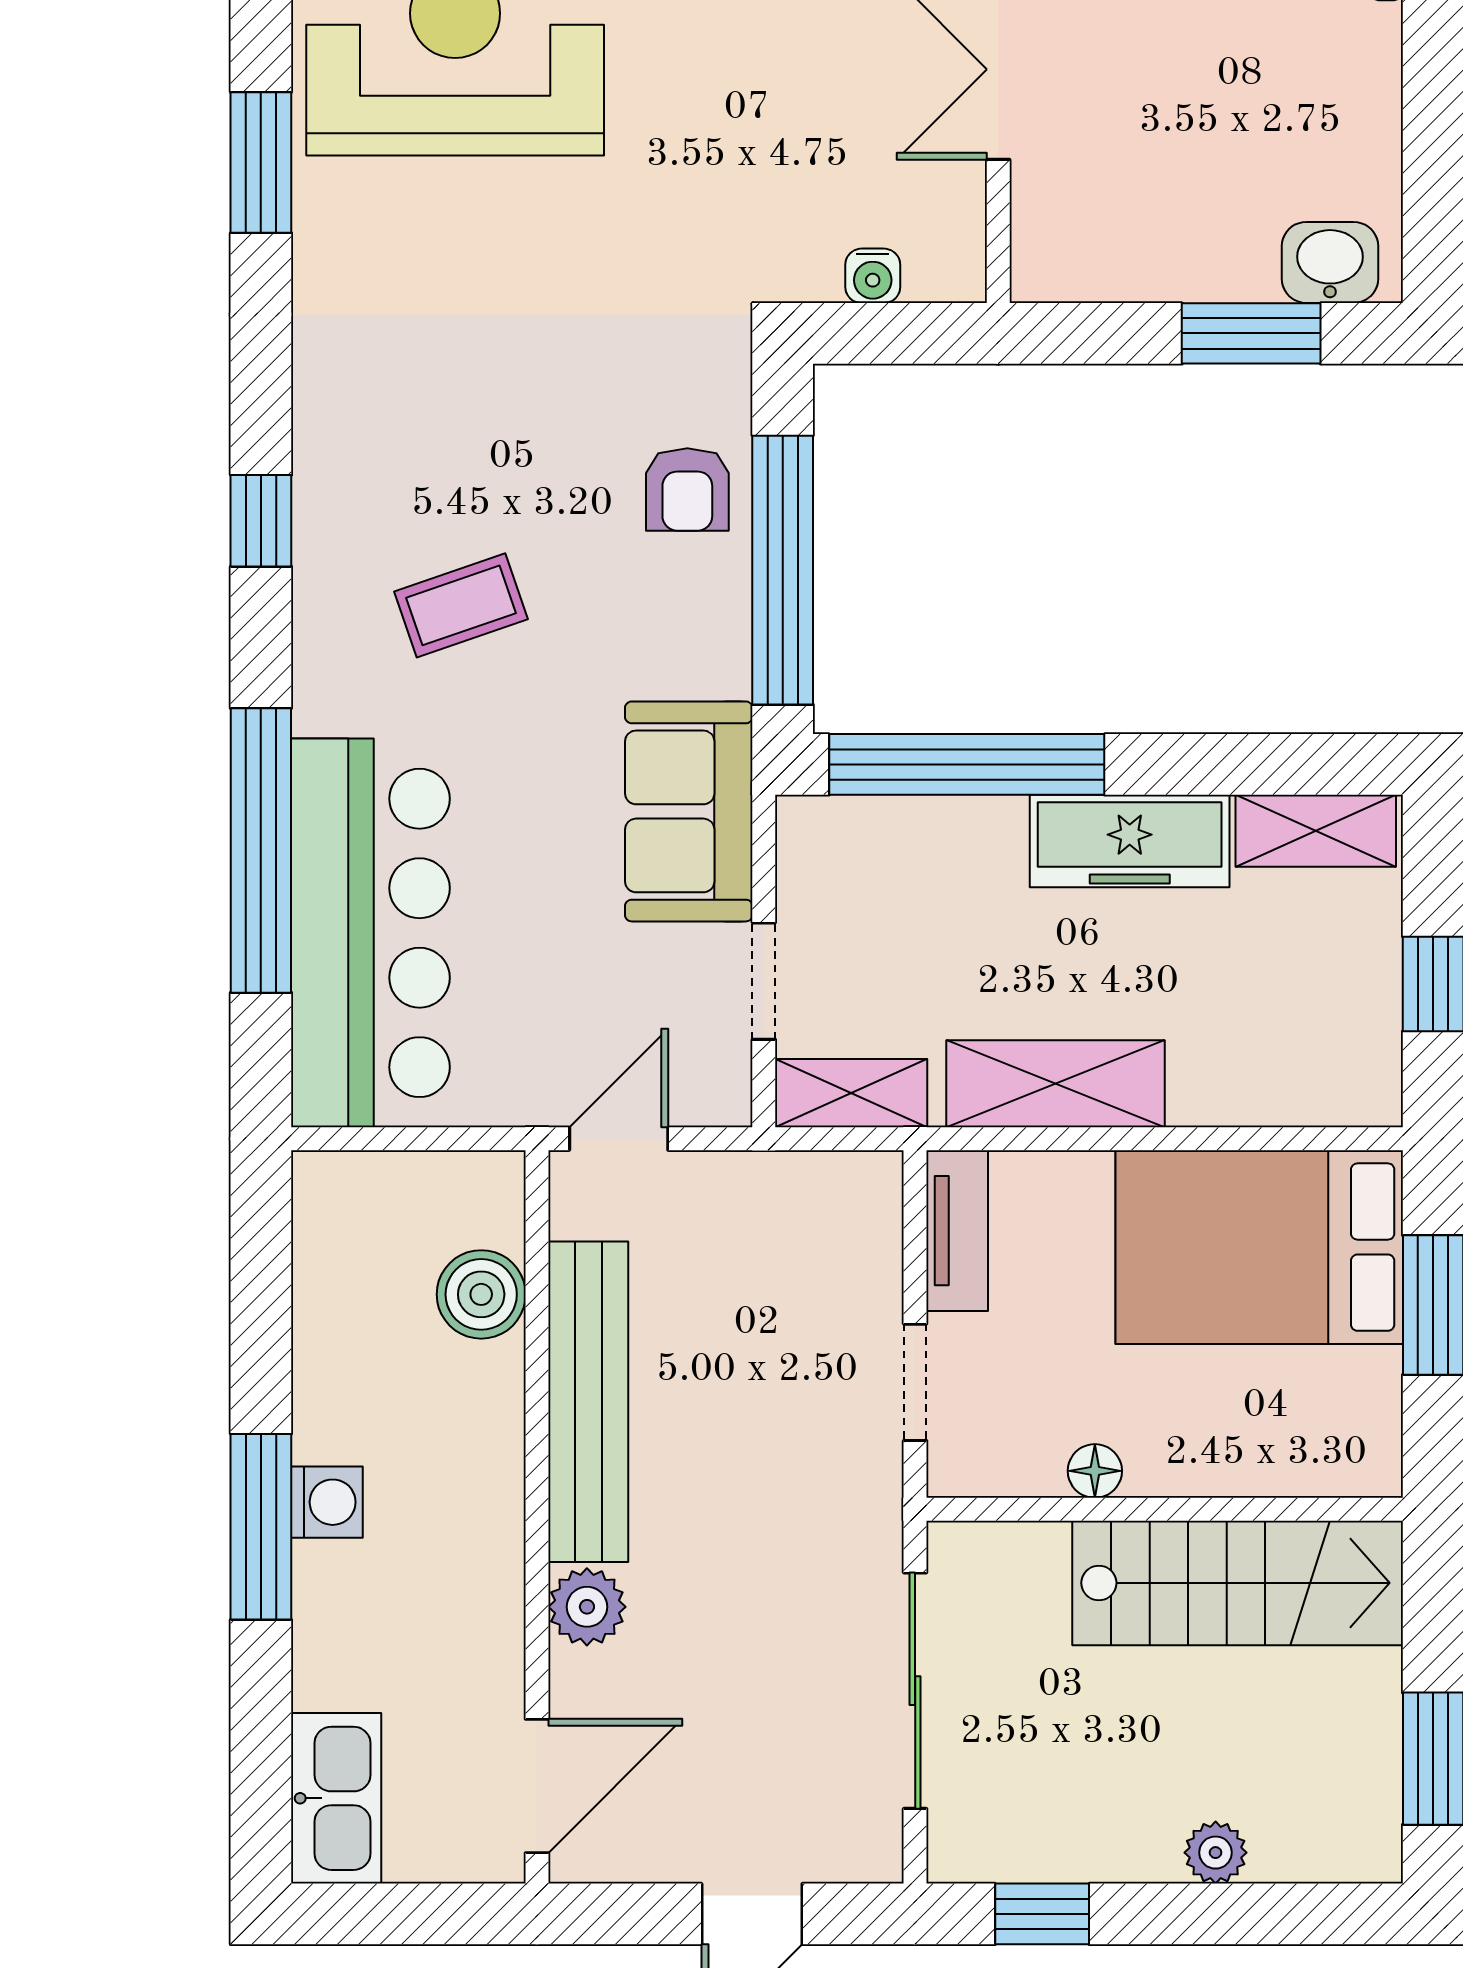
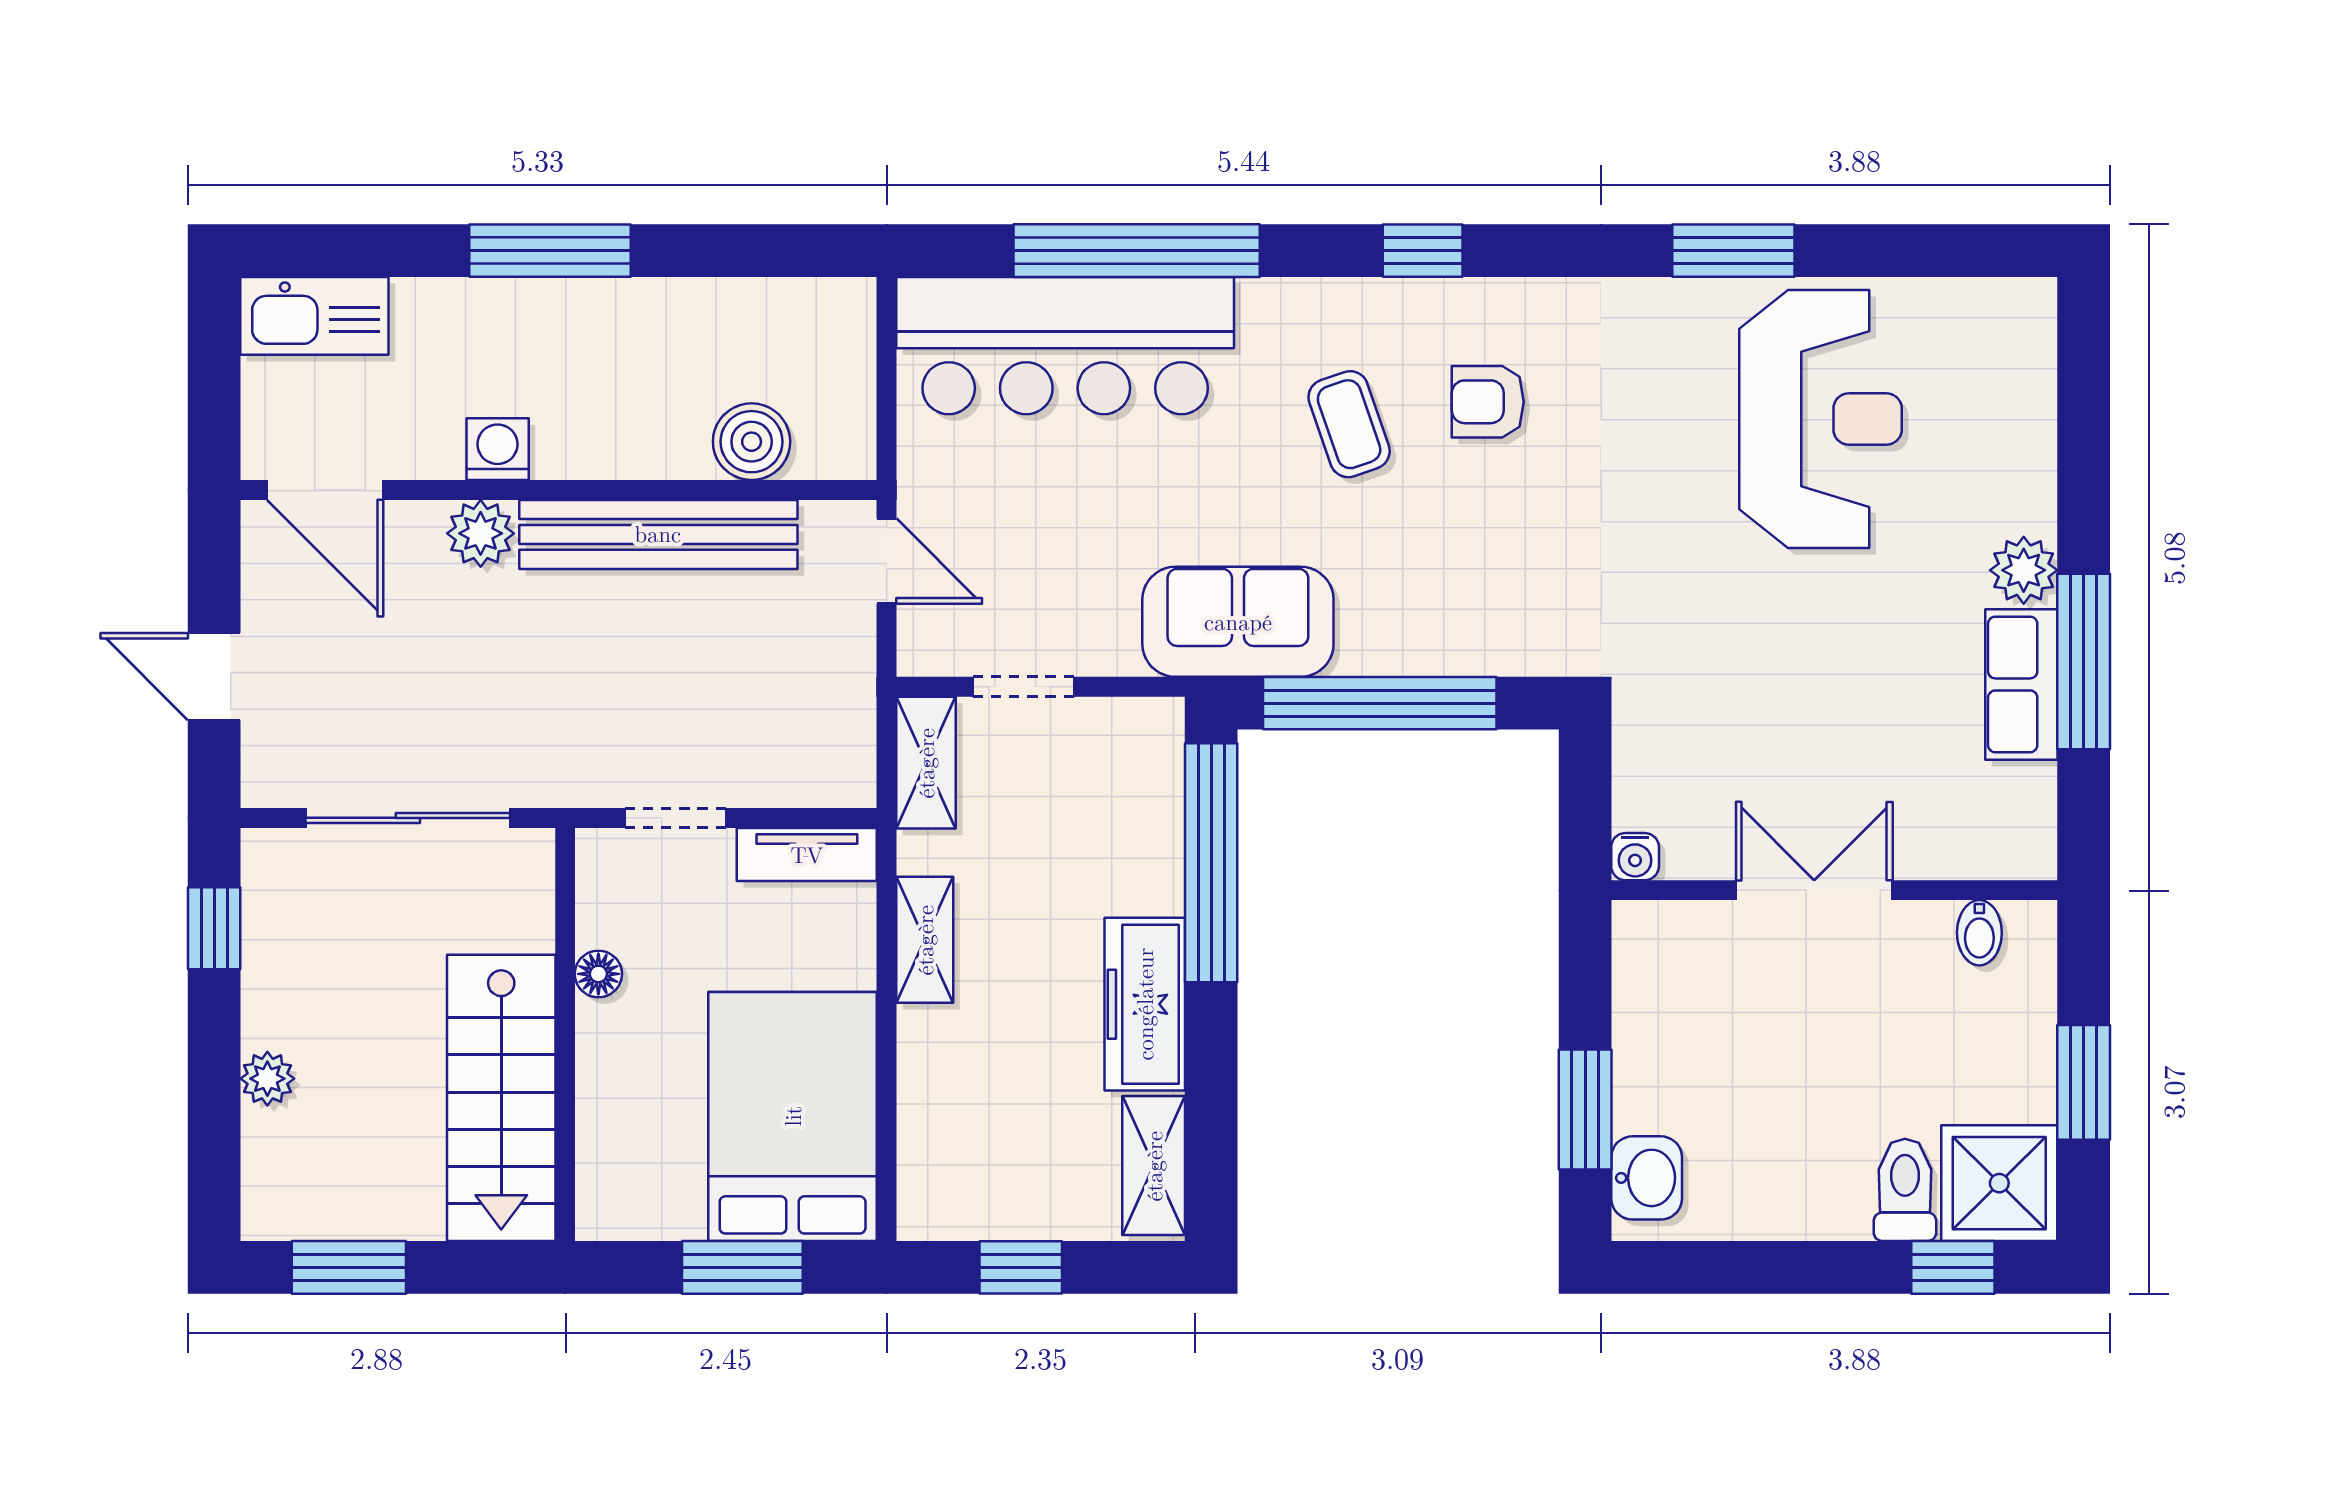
water cooler: (873, 276) -> (1635, 857), moved, turned -90
armchair: (687, 489) -> (1488, 402), moved
sofa: (689, 811) -> (1238, 622), moved
shelving: (1055, 1084) -> (925, 940), width x0.67, depth x0.75
washing machine: (327, 1502) -> (498, 449), moved, turned 180

